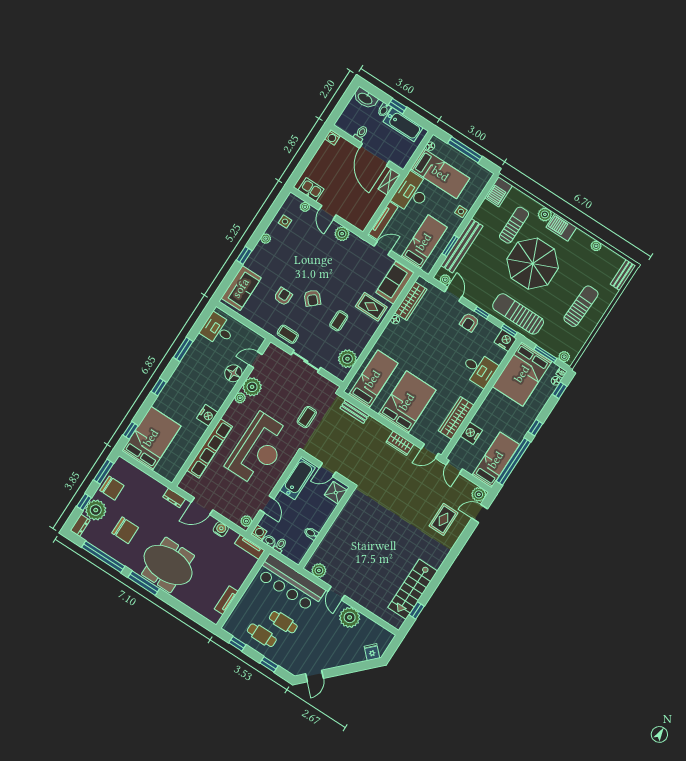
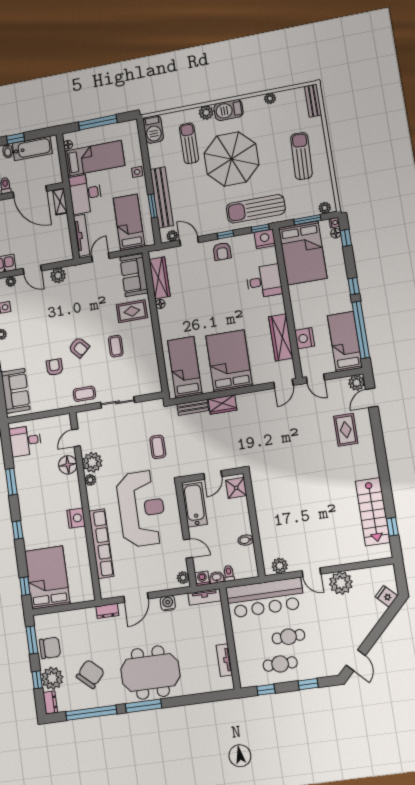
plant: (347, 359) -> (149, 370), removed
wardrobe: (400, 443) -> (222, 404), moved
chair: (125, 530) -> (90, 674), turned -48

